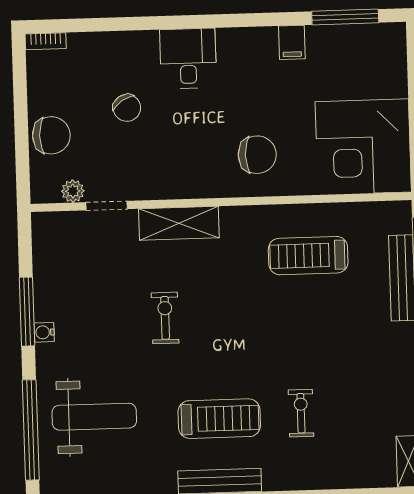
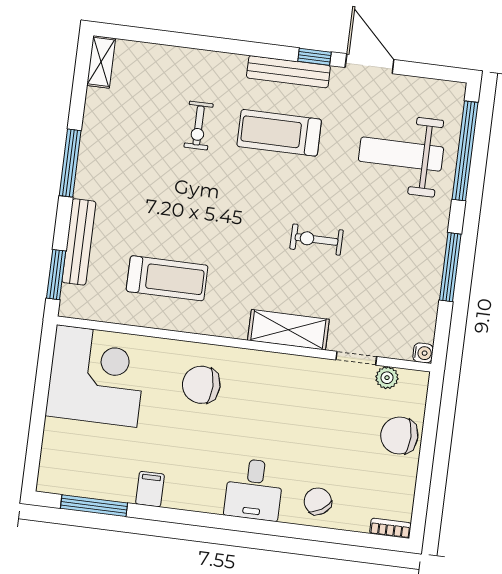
chair: (127, 108) -> (318, 501), moved
exercise bike: (165, 318) -> (317, 240), turned 90
water cooler: (44, 332) -> (423, 353), moved

